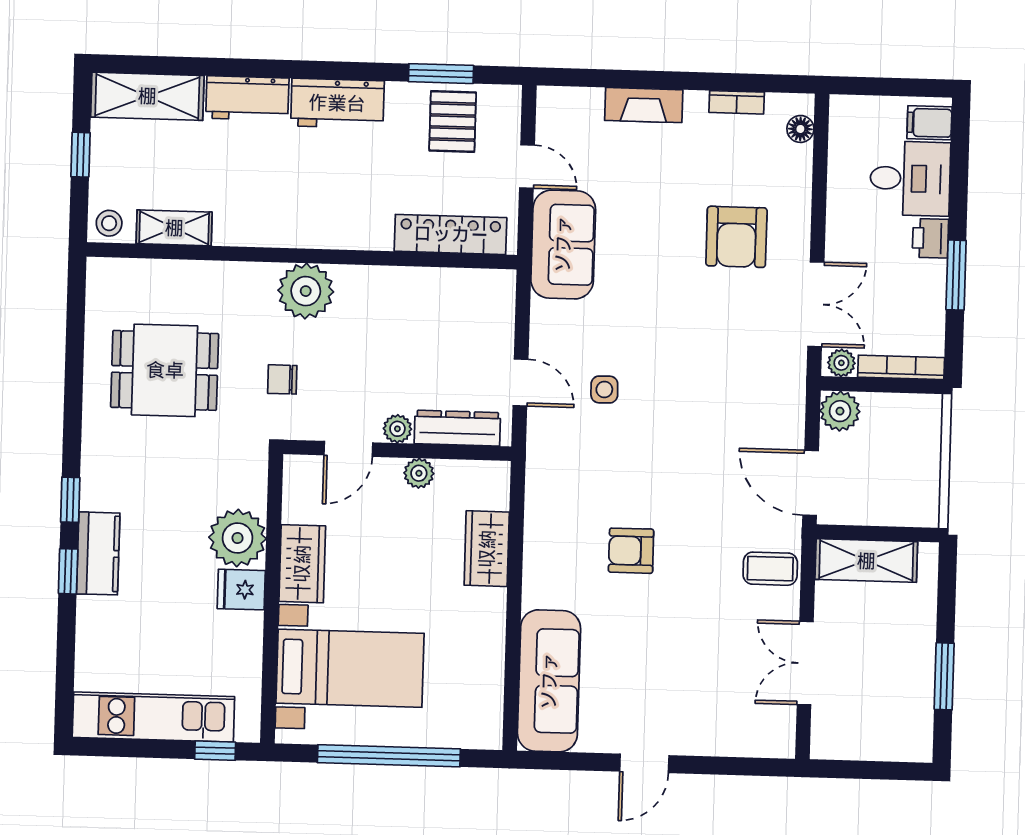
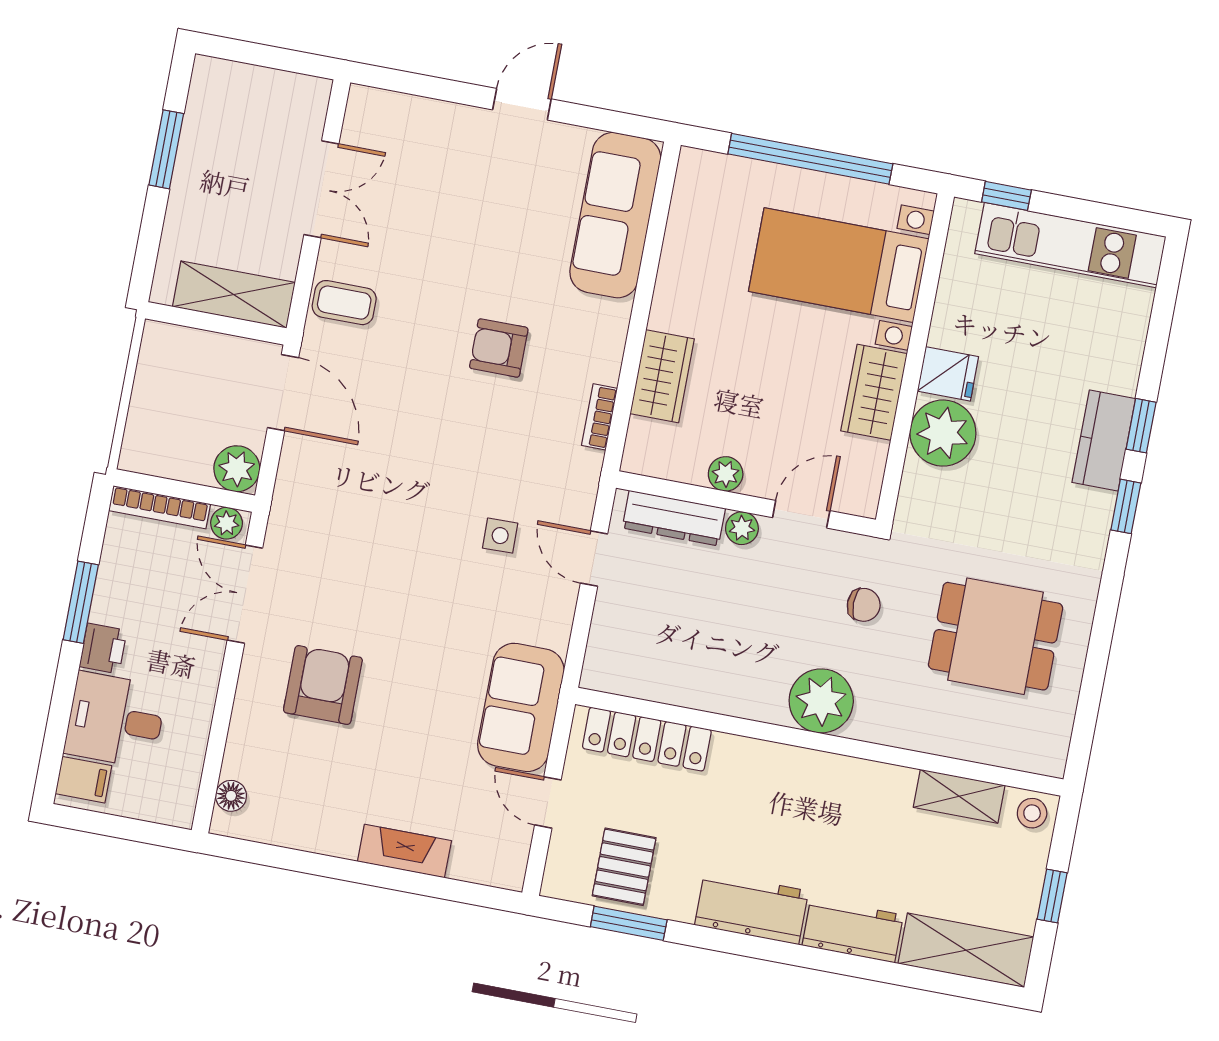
bookcase: (737, 102) -> (600, 417), moved, turned -90
armchair: (631, 551) -> (499, 348), turned 180

